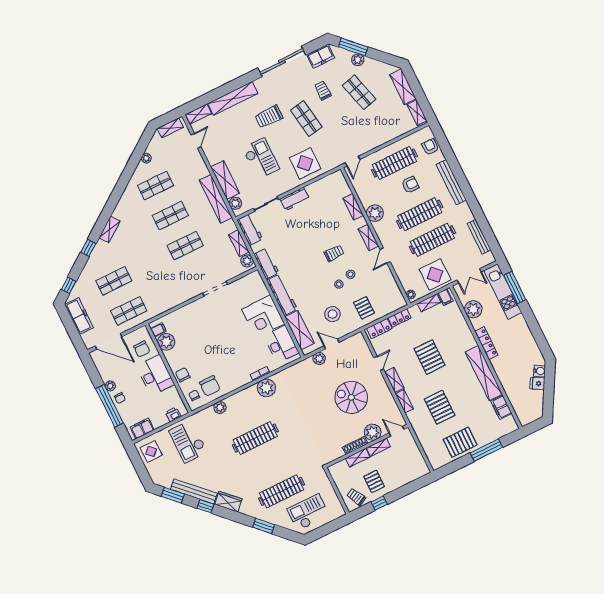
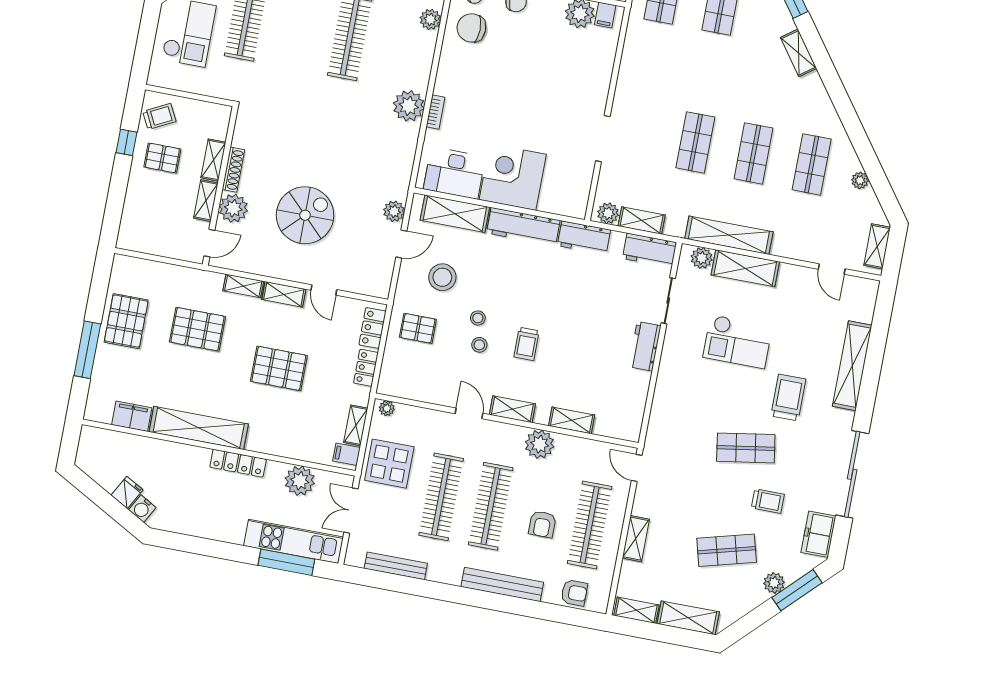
shelving: (198, 114) -> (636, 539), moved
display table: (305, 163) -> (684, 399), removed

